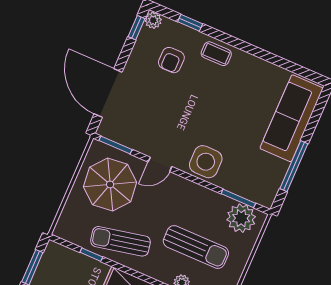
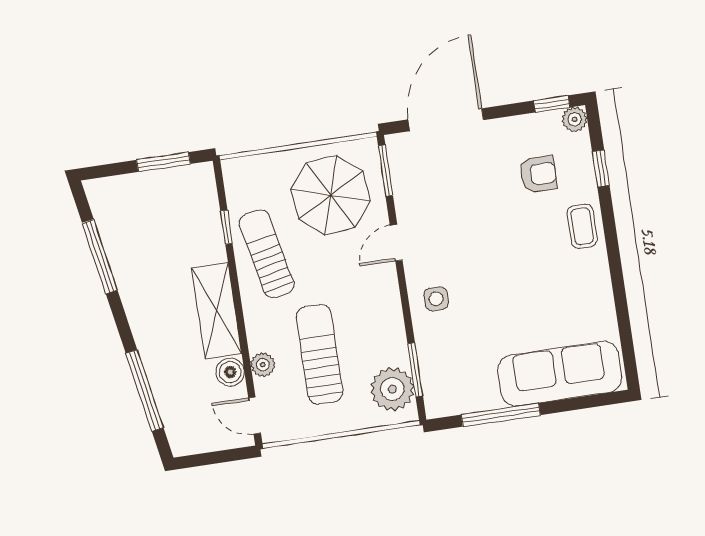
armchair: (171, 60) -> (538, 174), turned 180
side table: (206, 162) -> (436, 299), width x0.54, depth x0.54
door: (160, 164) -> (396, 243), hinge flipped
sun lounger: (196, 247) -> (320, 354), turned 180

